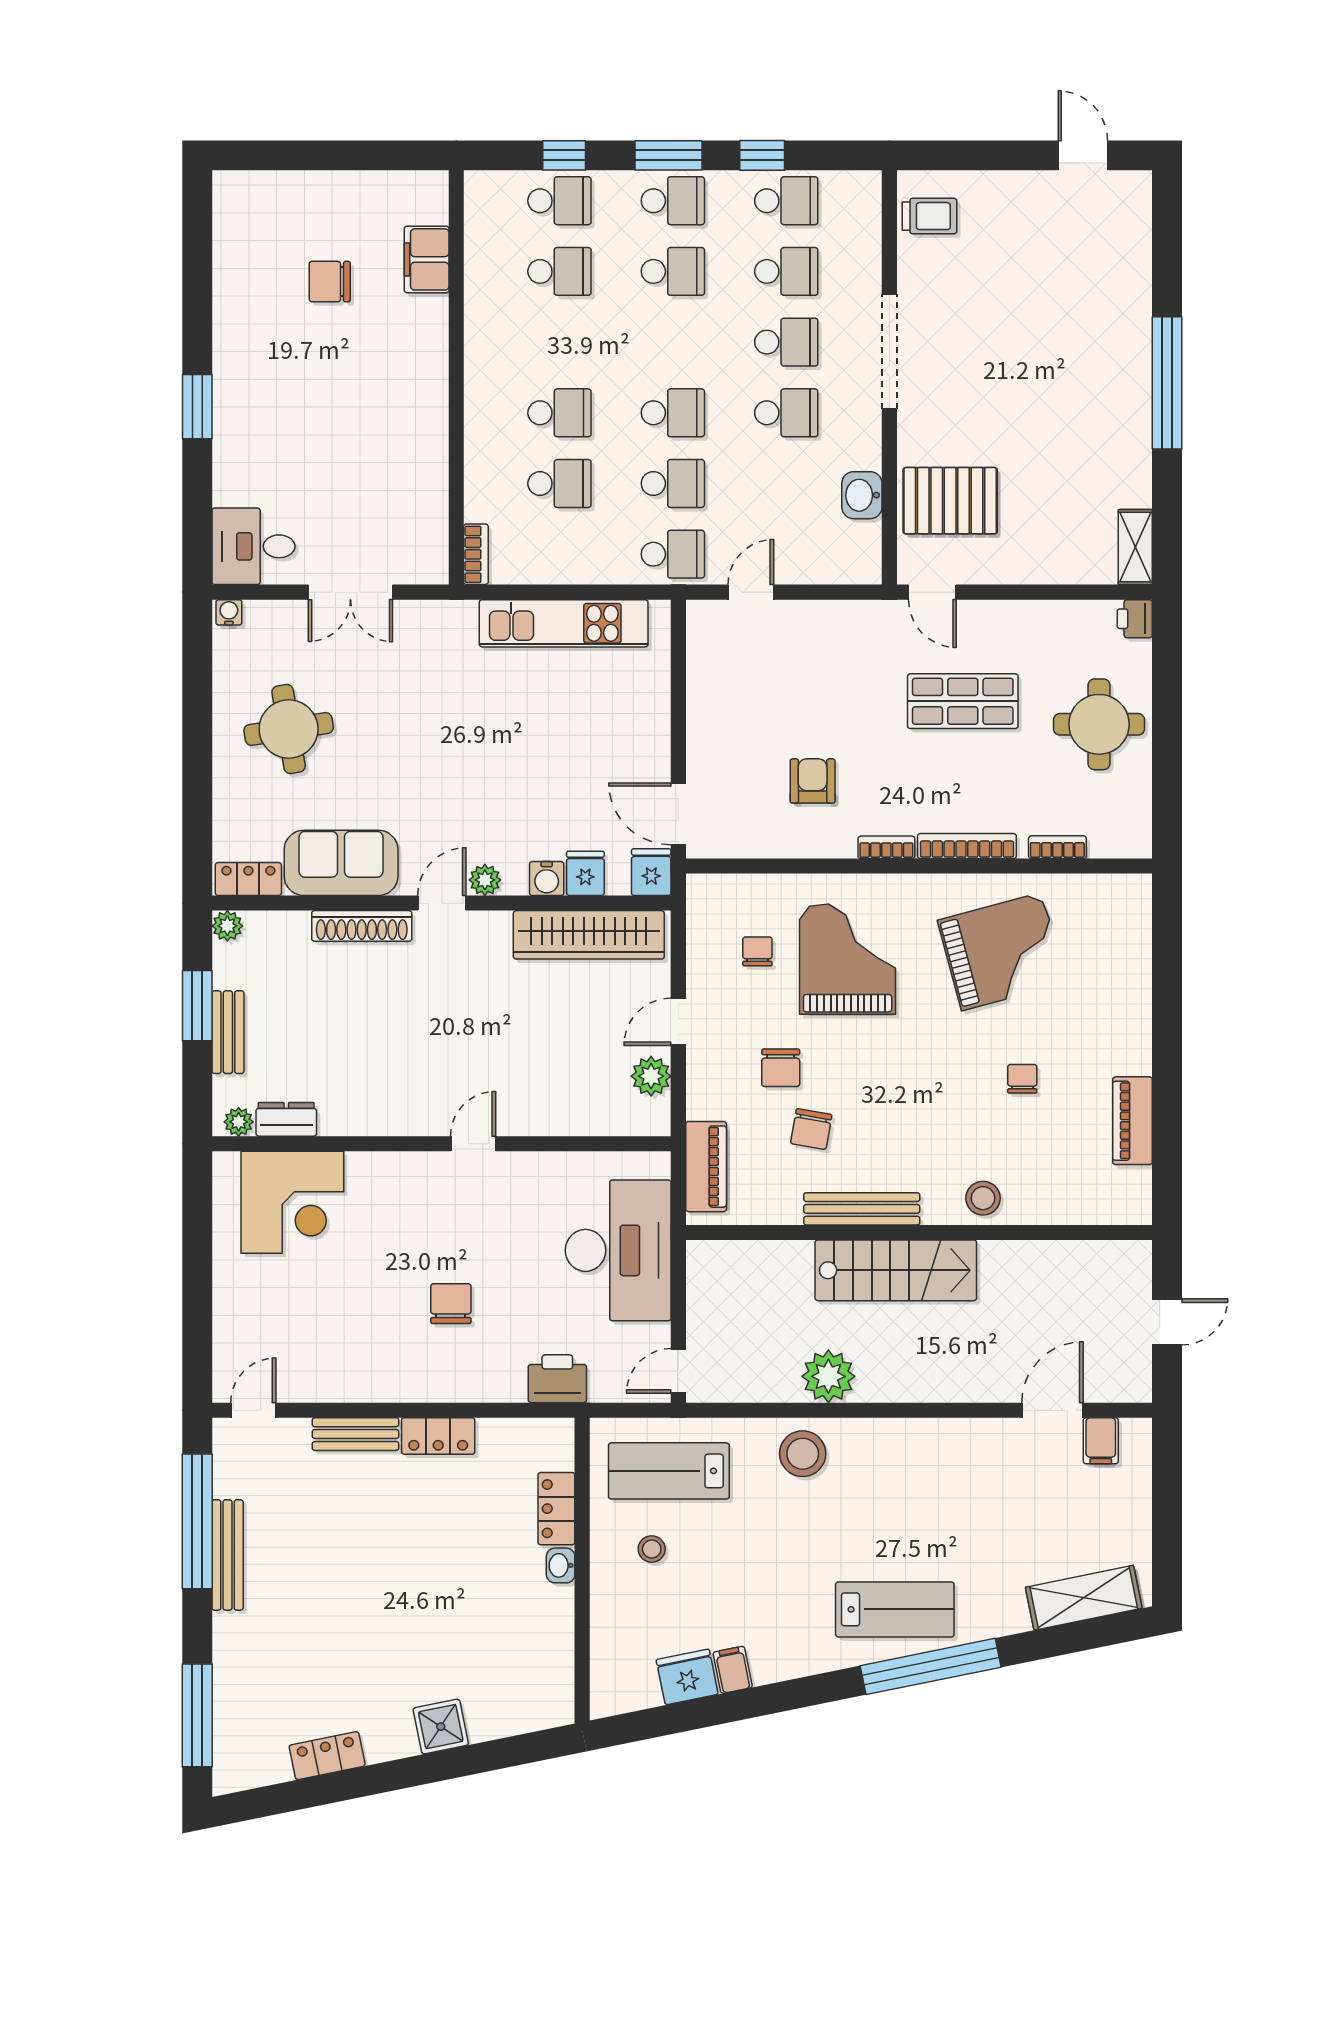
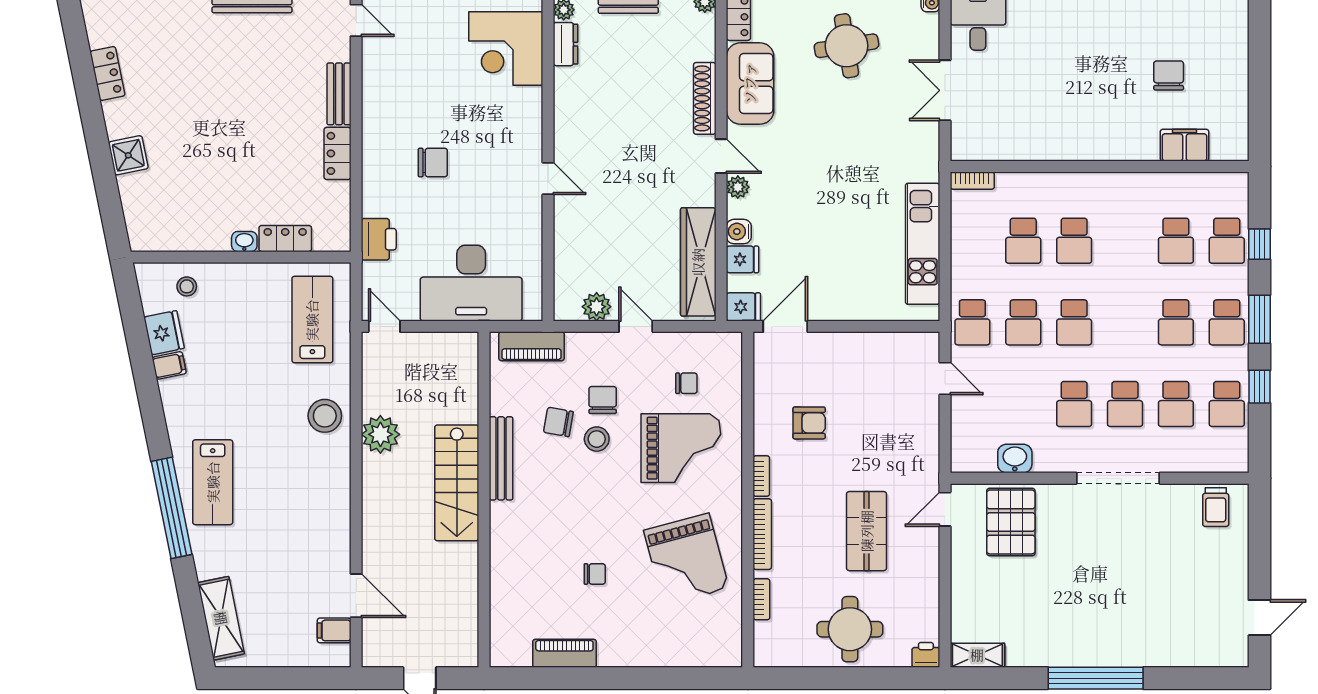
chair: (781, 1068) -> (603, 400), turned 90
stool: (983, 1198) -> (597, 439), moved
stool: (652, 1549) -> (187, 286), moved

